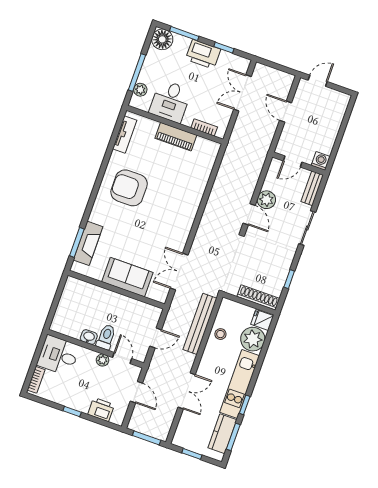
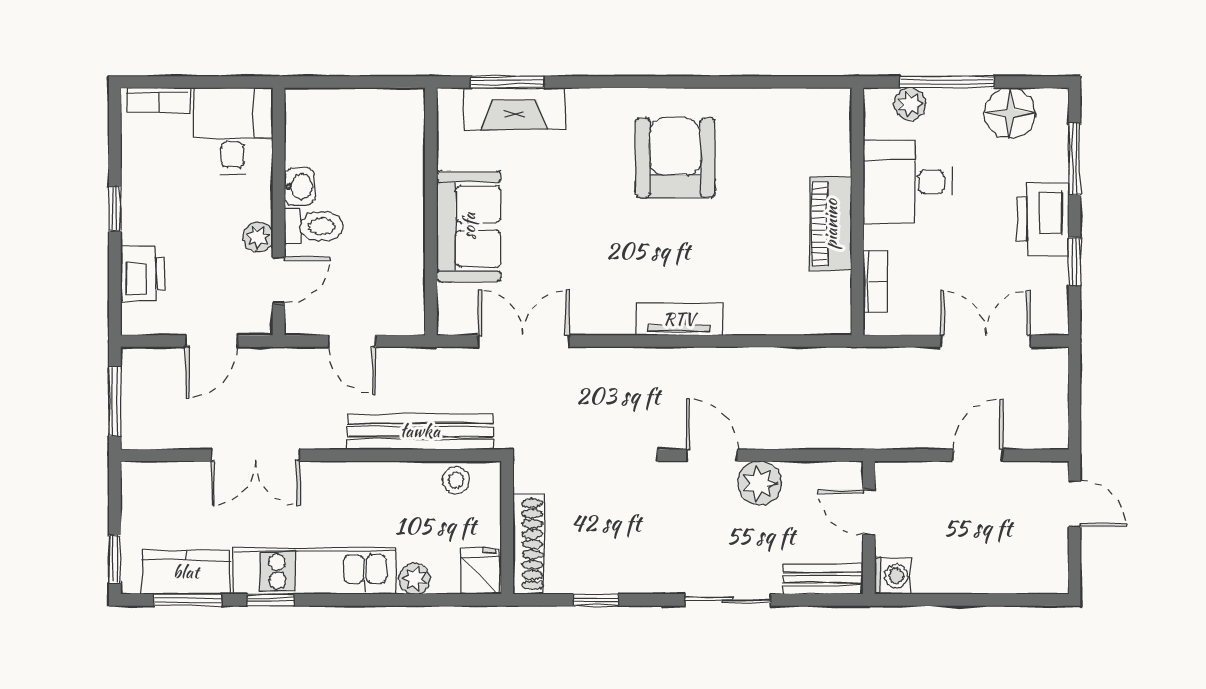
floor lamp: (162, 39) -> (1010, 113), moved
tv unit: (125, 134) -> (679, 319), moved, turned 180
door: (249, 214) -> (712, 455), swing flipped
stool: (220, 334) -> (456, 480), moved
plant: (253, 339) -> (415, 579), width x0.53, depth x0.53
window: (192, 454) -> (115, 559), moved

